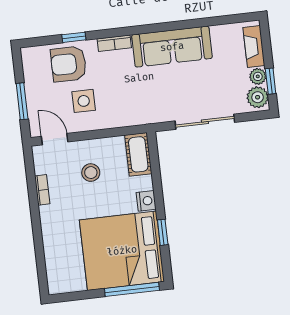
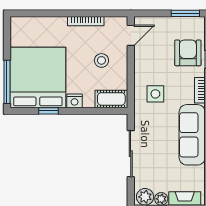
window: (22, 101) -> (185, 13), moved
side table: (84, 101) -> (155, 94), moved
bookcase: (42, 190) -> (86, 21), width x1.56

